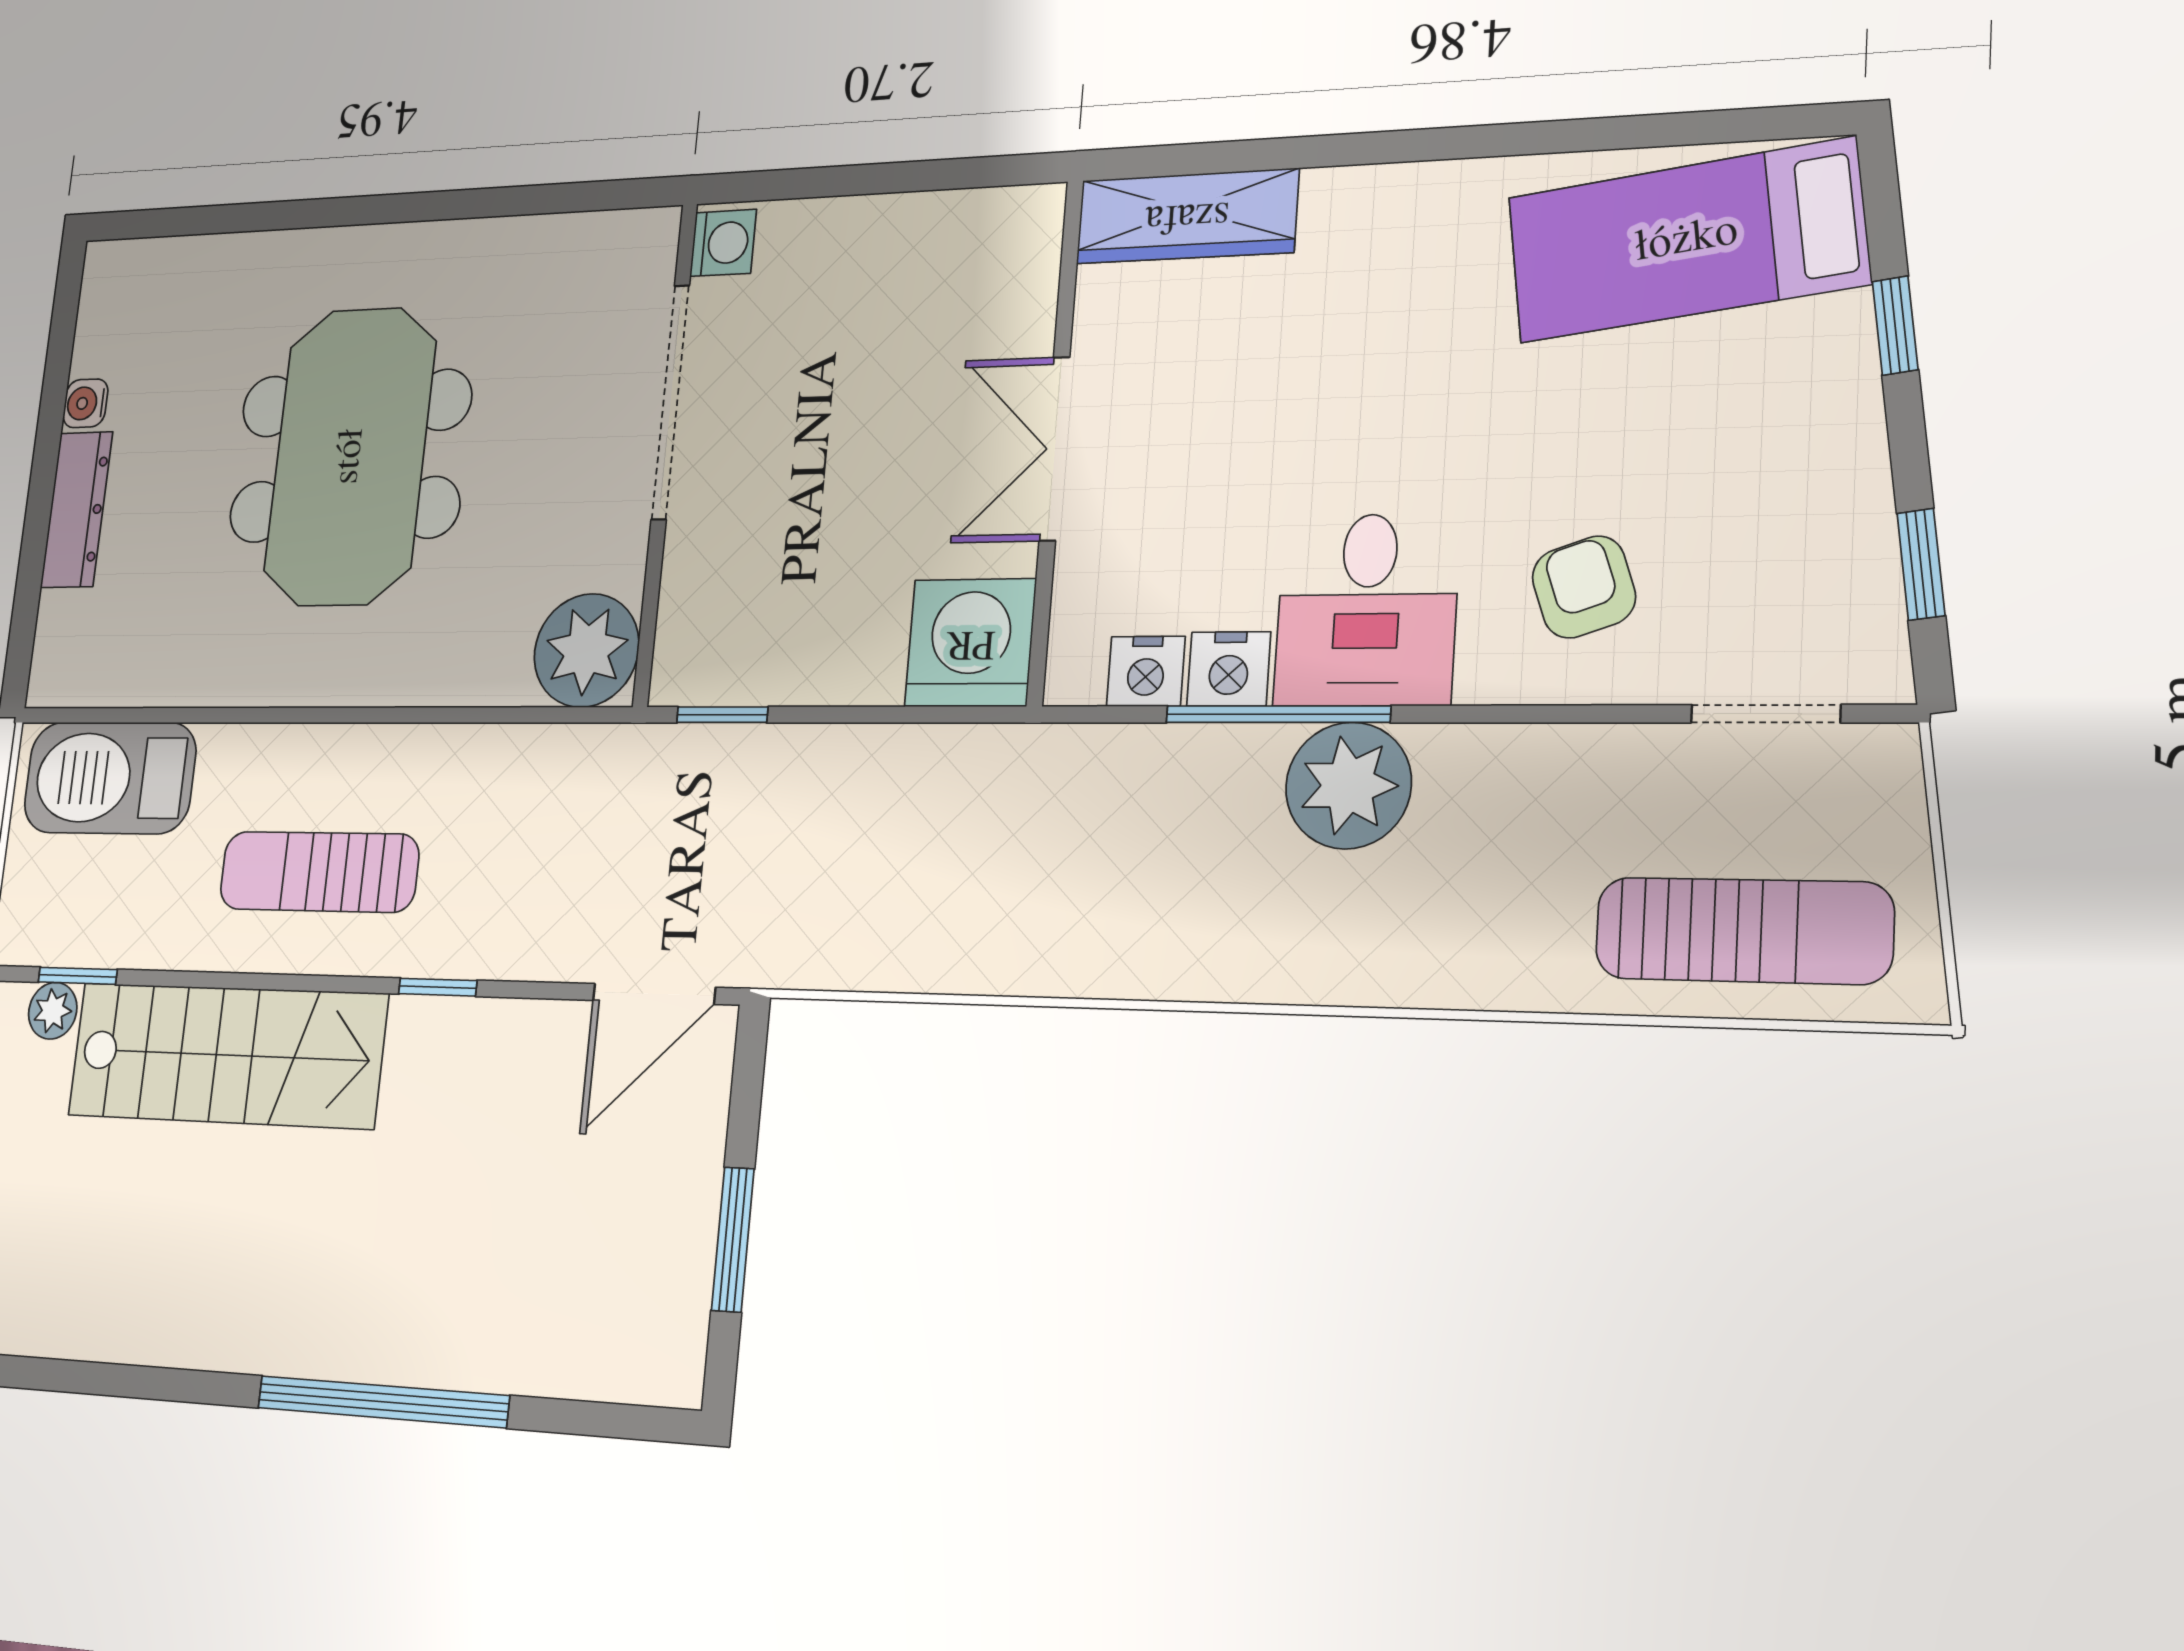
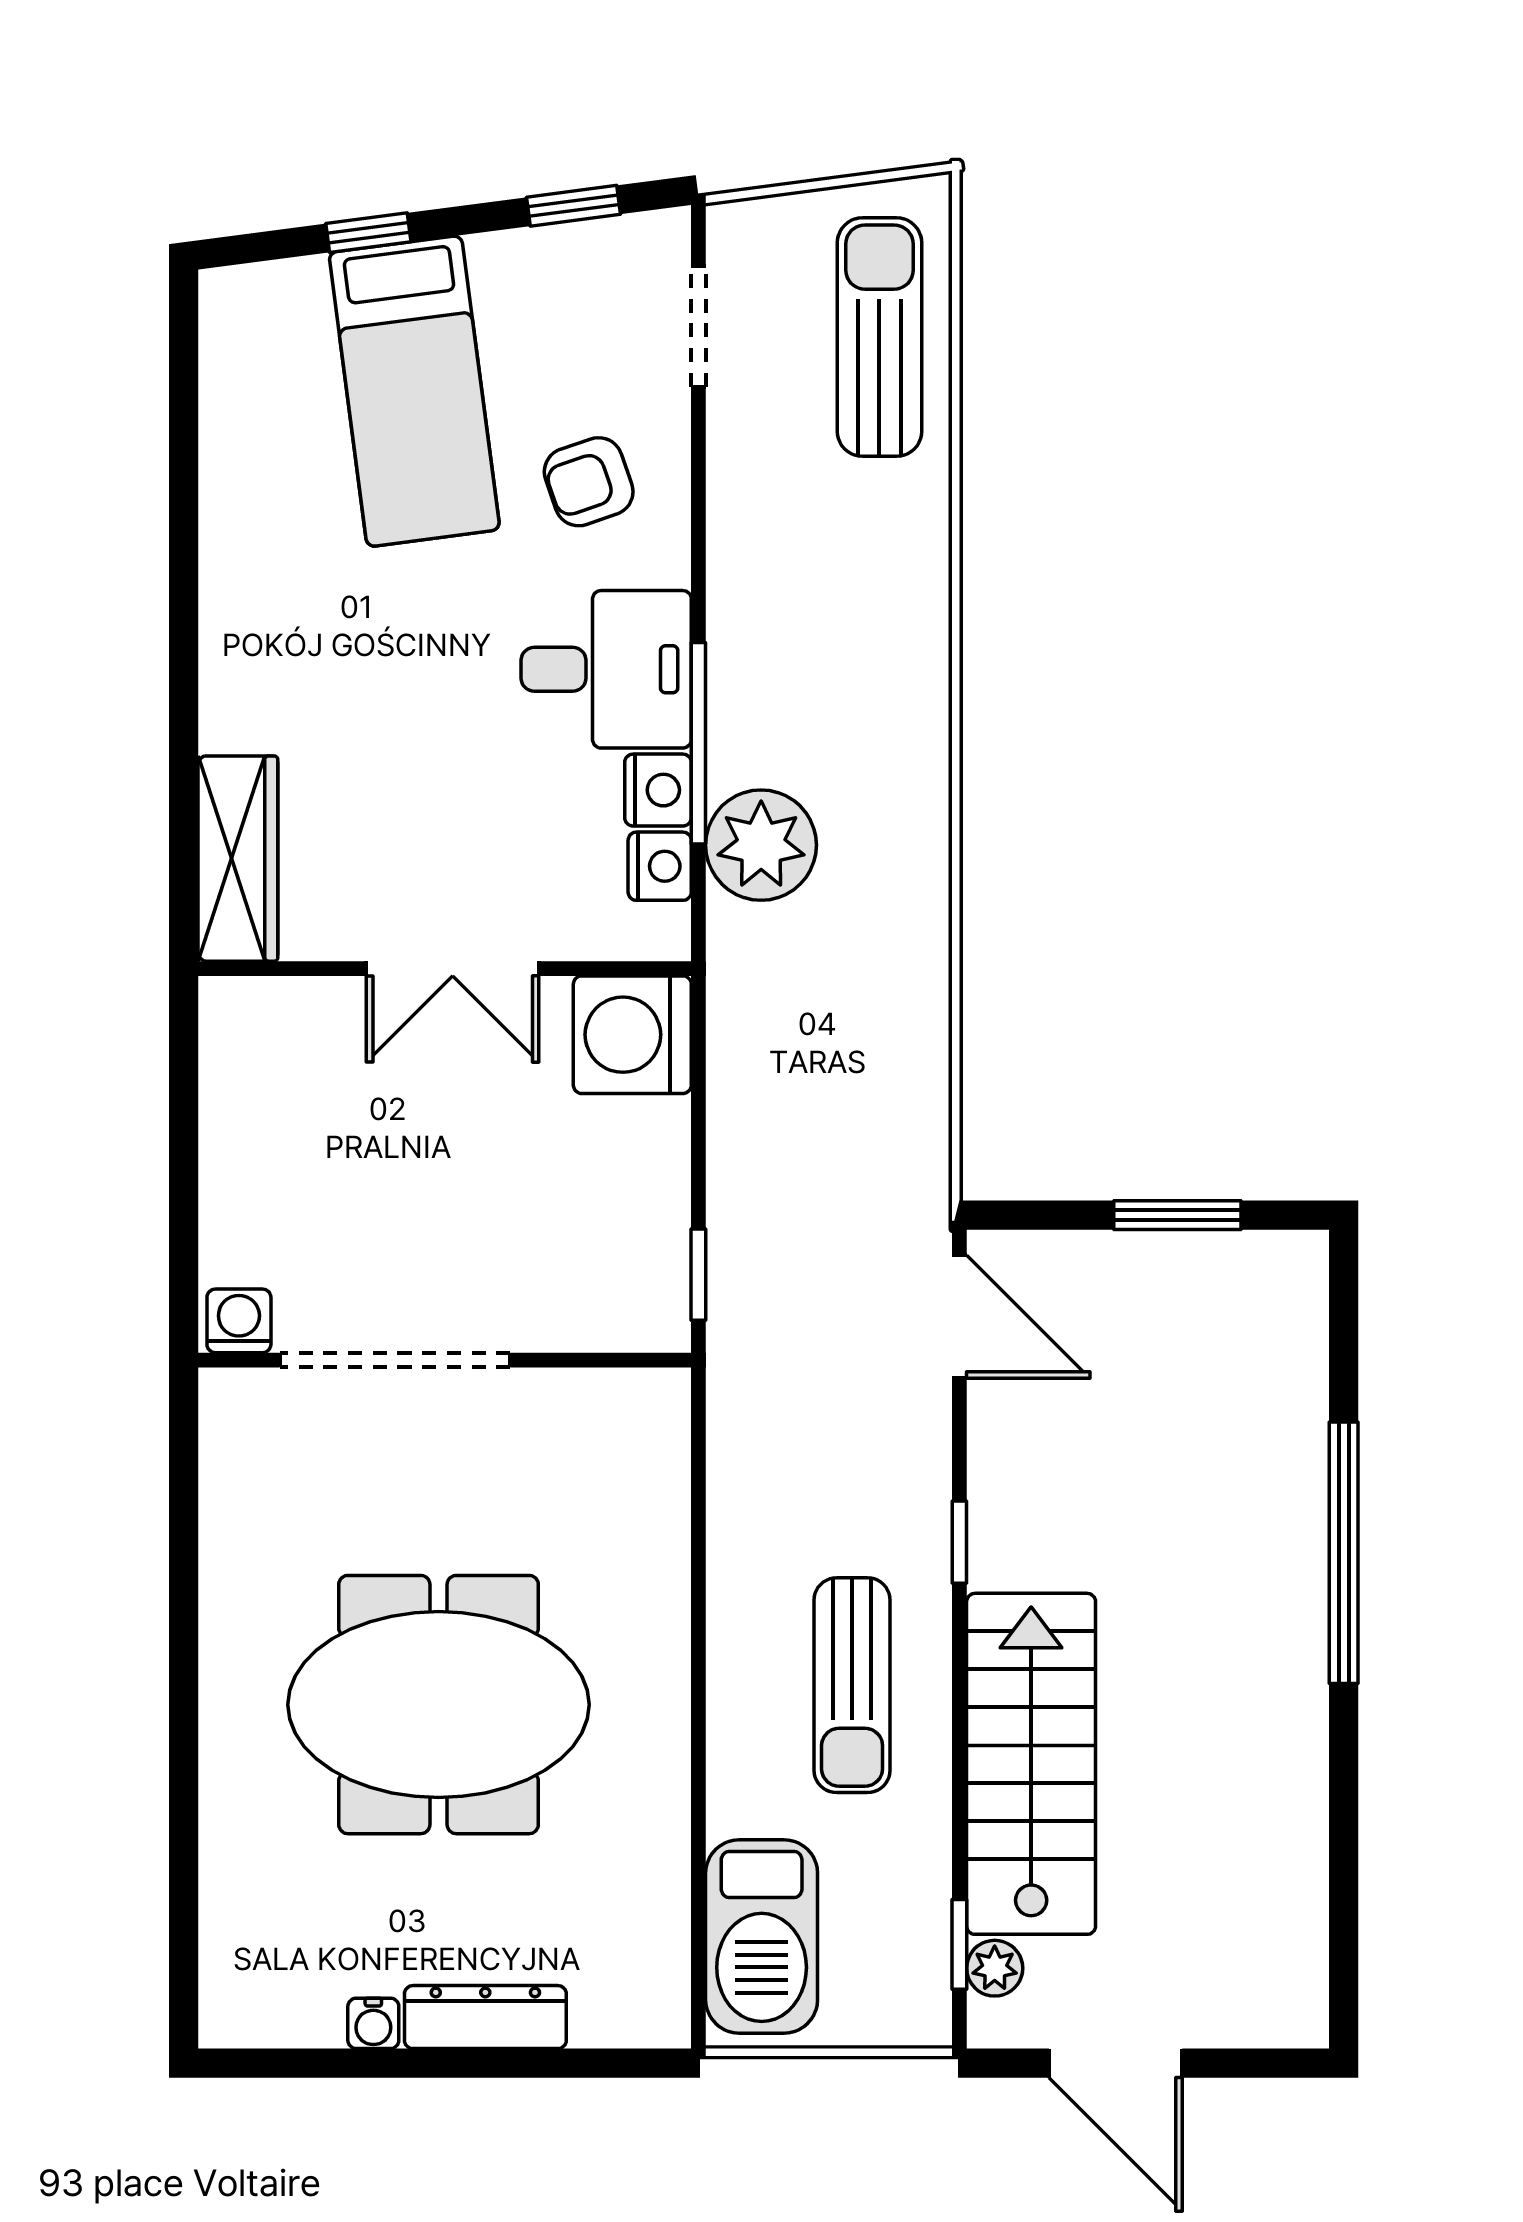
bed: (1687, 240) -> (414, 391), moved
plant: (586, 650) -> (636, 1422), removed
plant: (1348, 785) -> (761, 845), moved

